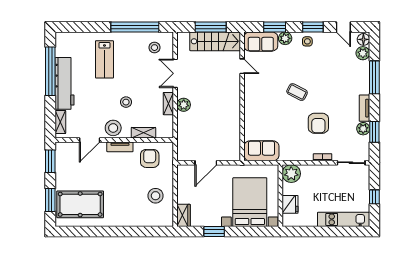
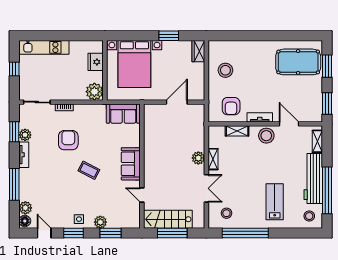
sofa: (261, 42) -> (131, 164), moved, turned -90
stool: (126, 102) -> (309, 216), moved
door: (90, 140) -> (289, 124), hinge flipped

